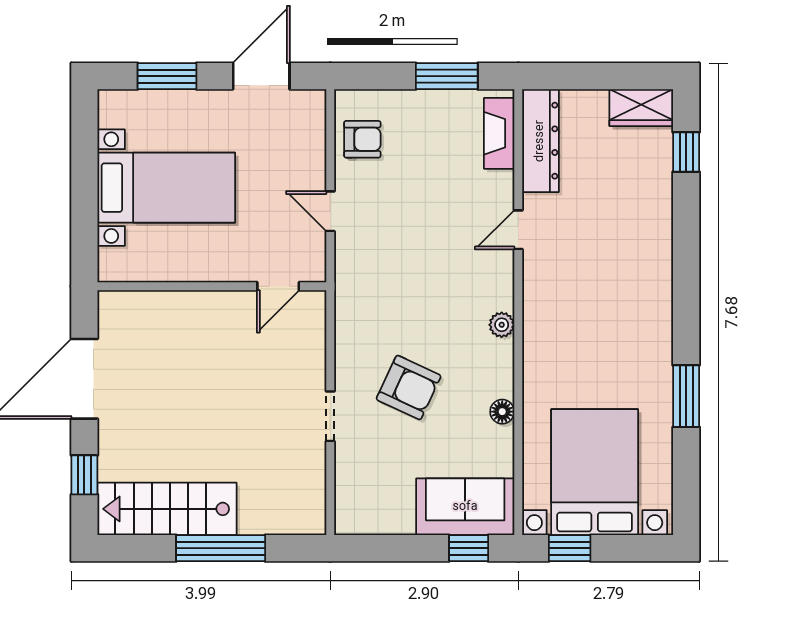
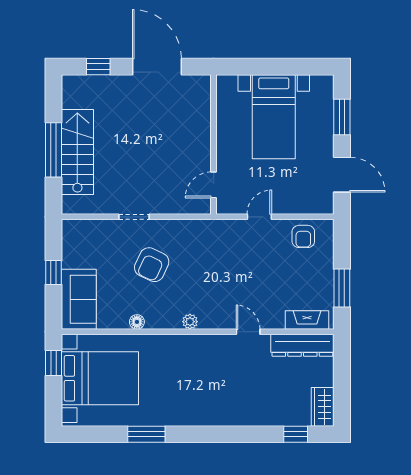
door: (278, 286) -> (214, 185), hinge flipped
stairs: (167, 509) -> (77, 152), moved
window: (469, 548) -> (53, 272), moved

